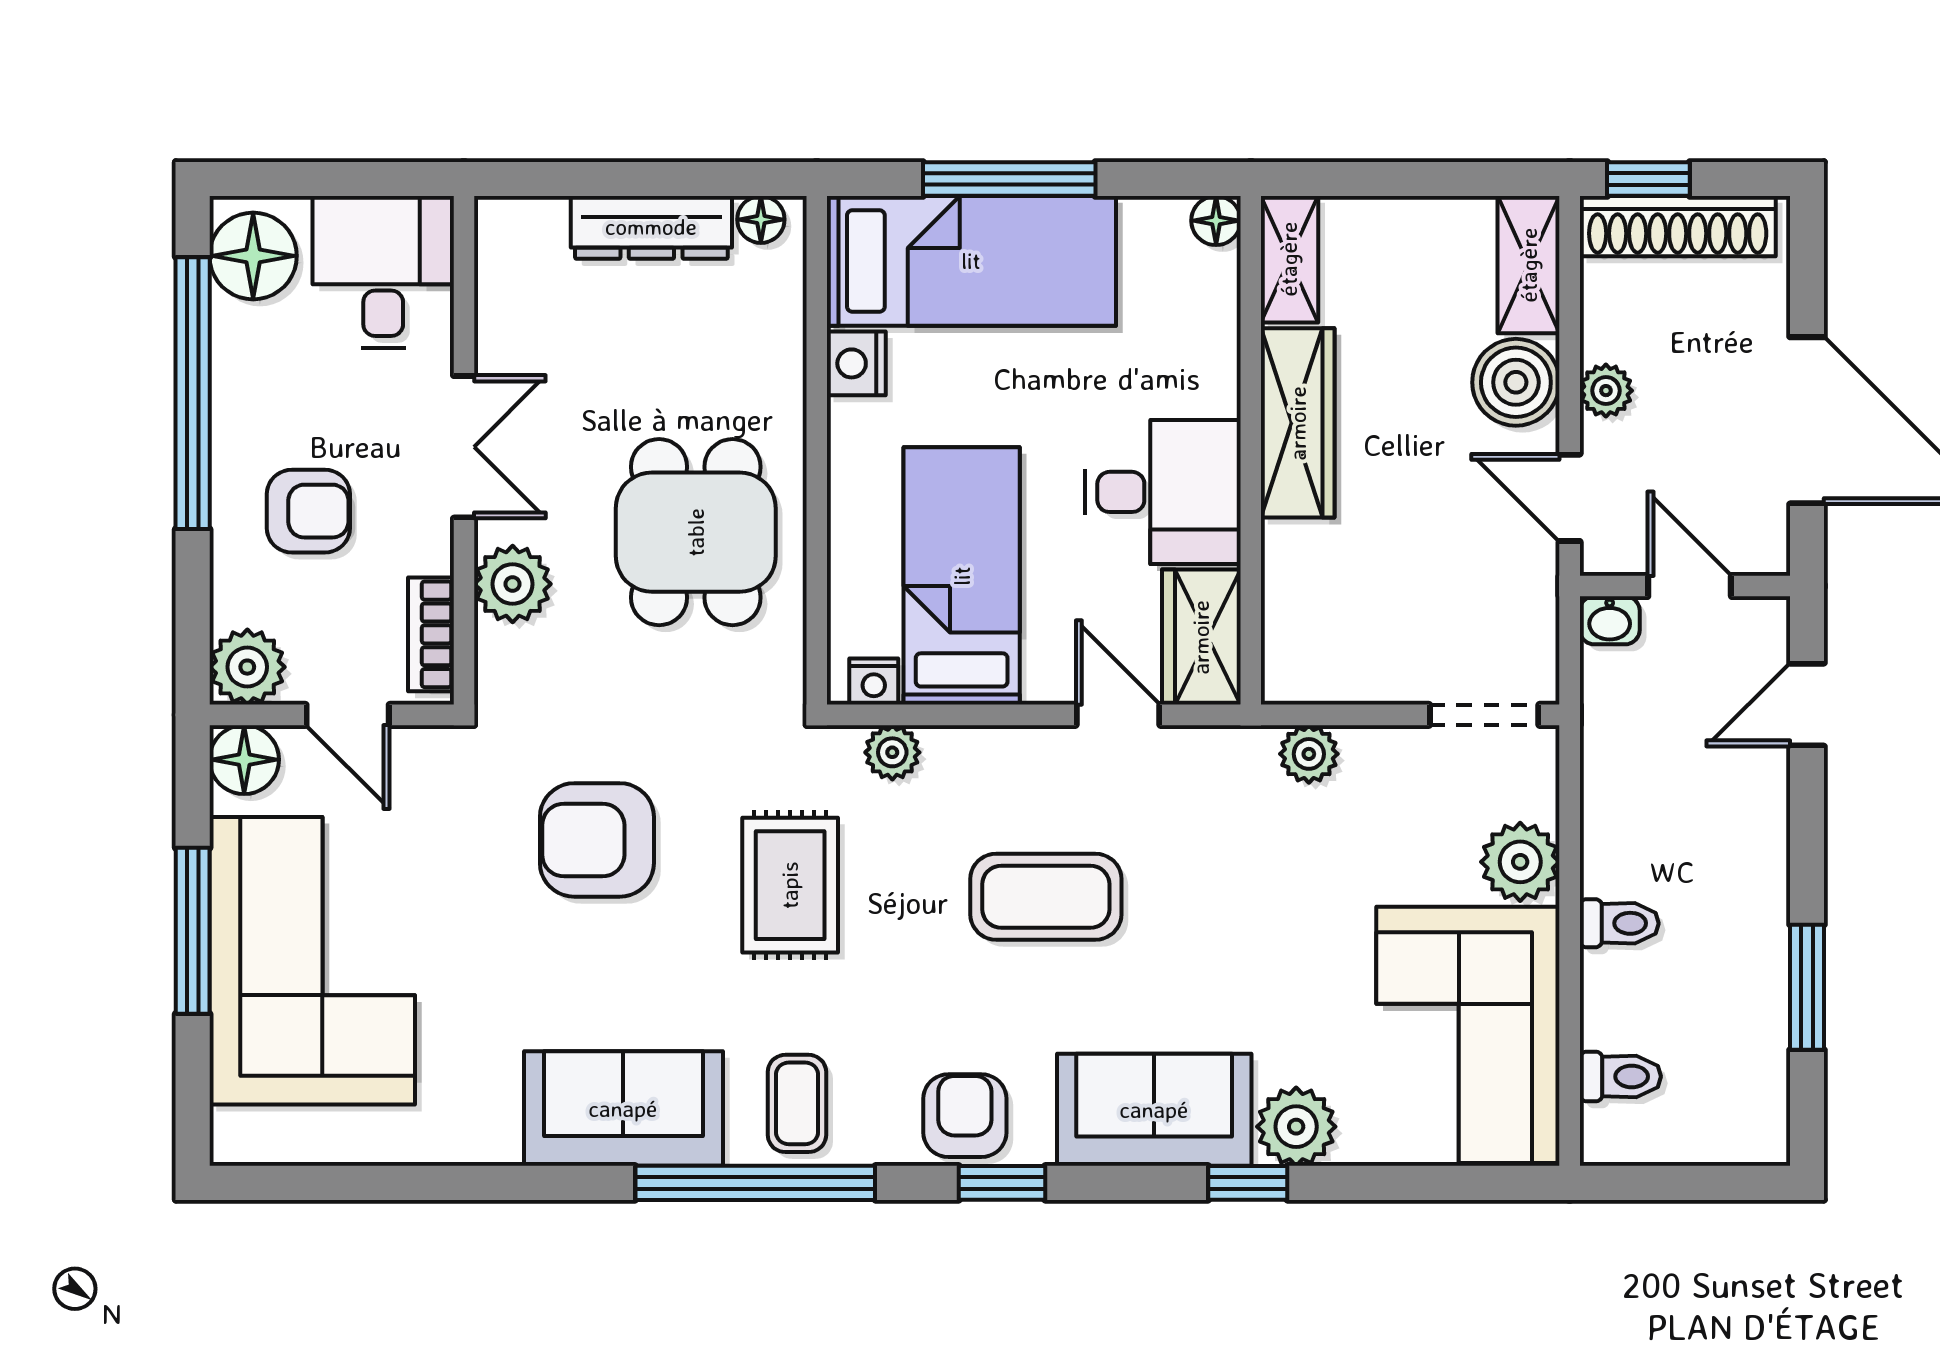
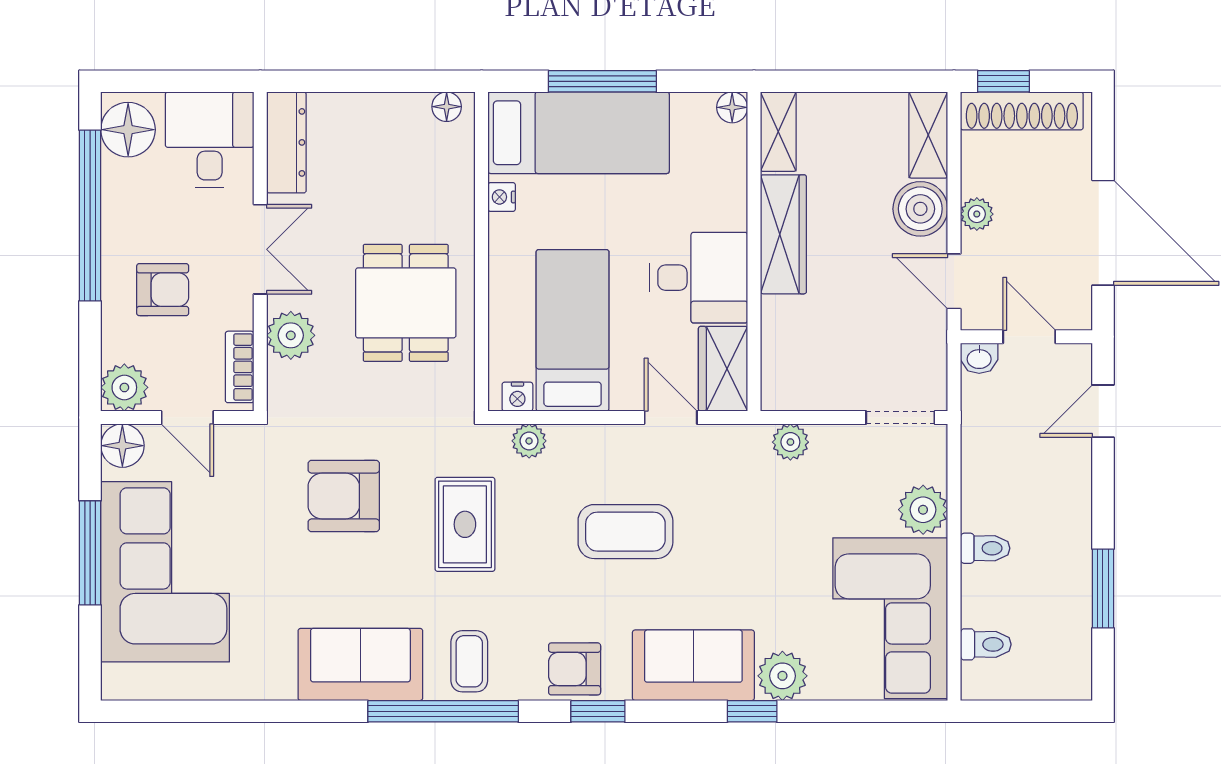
dresser: (651, 227) -> (286, 142), moved, turned -90
nightstand: (856, 363) -> (502, 197), width x0.72, depth x0.74
armchair: (965, 1116) -> (575, 669), turned -90

